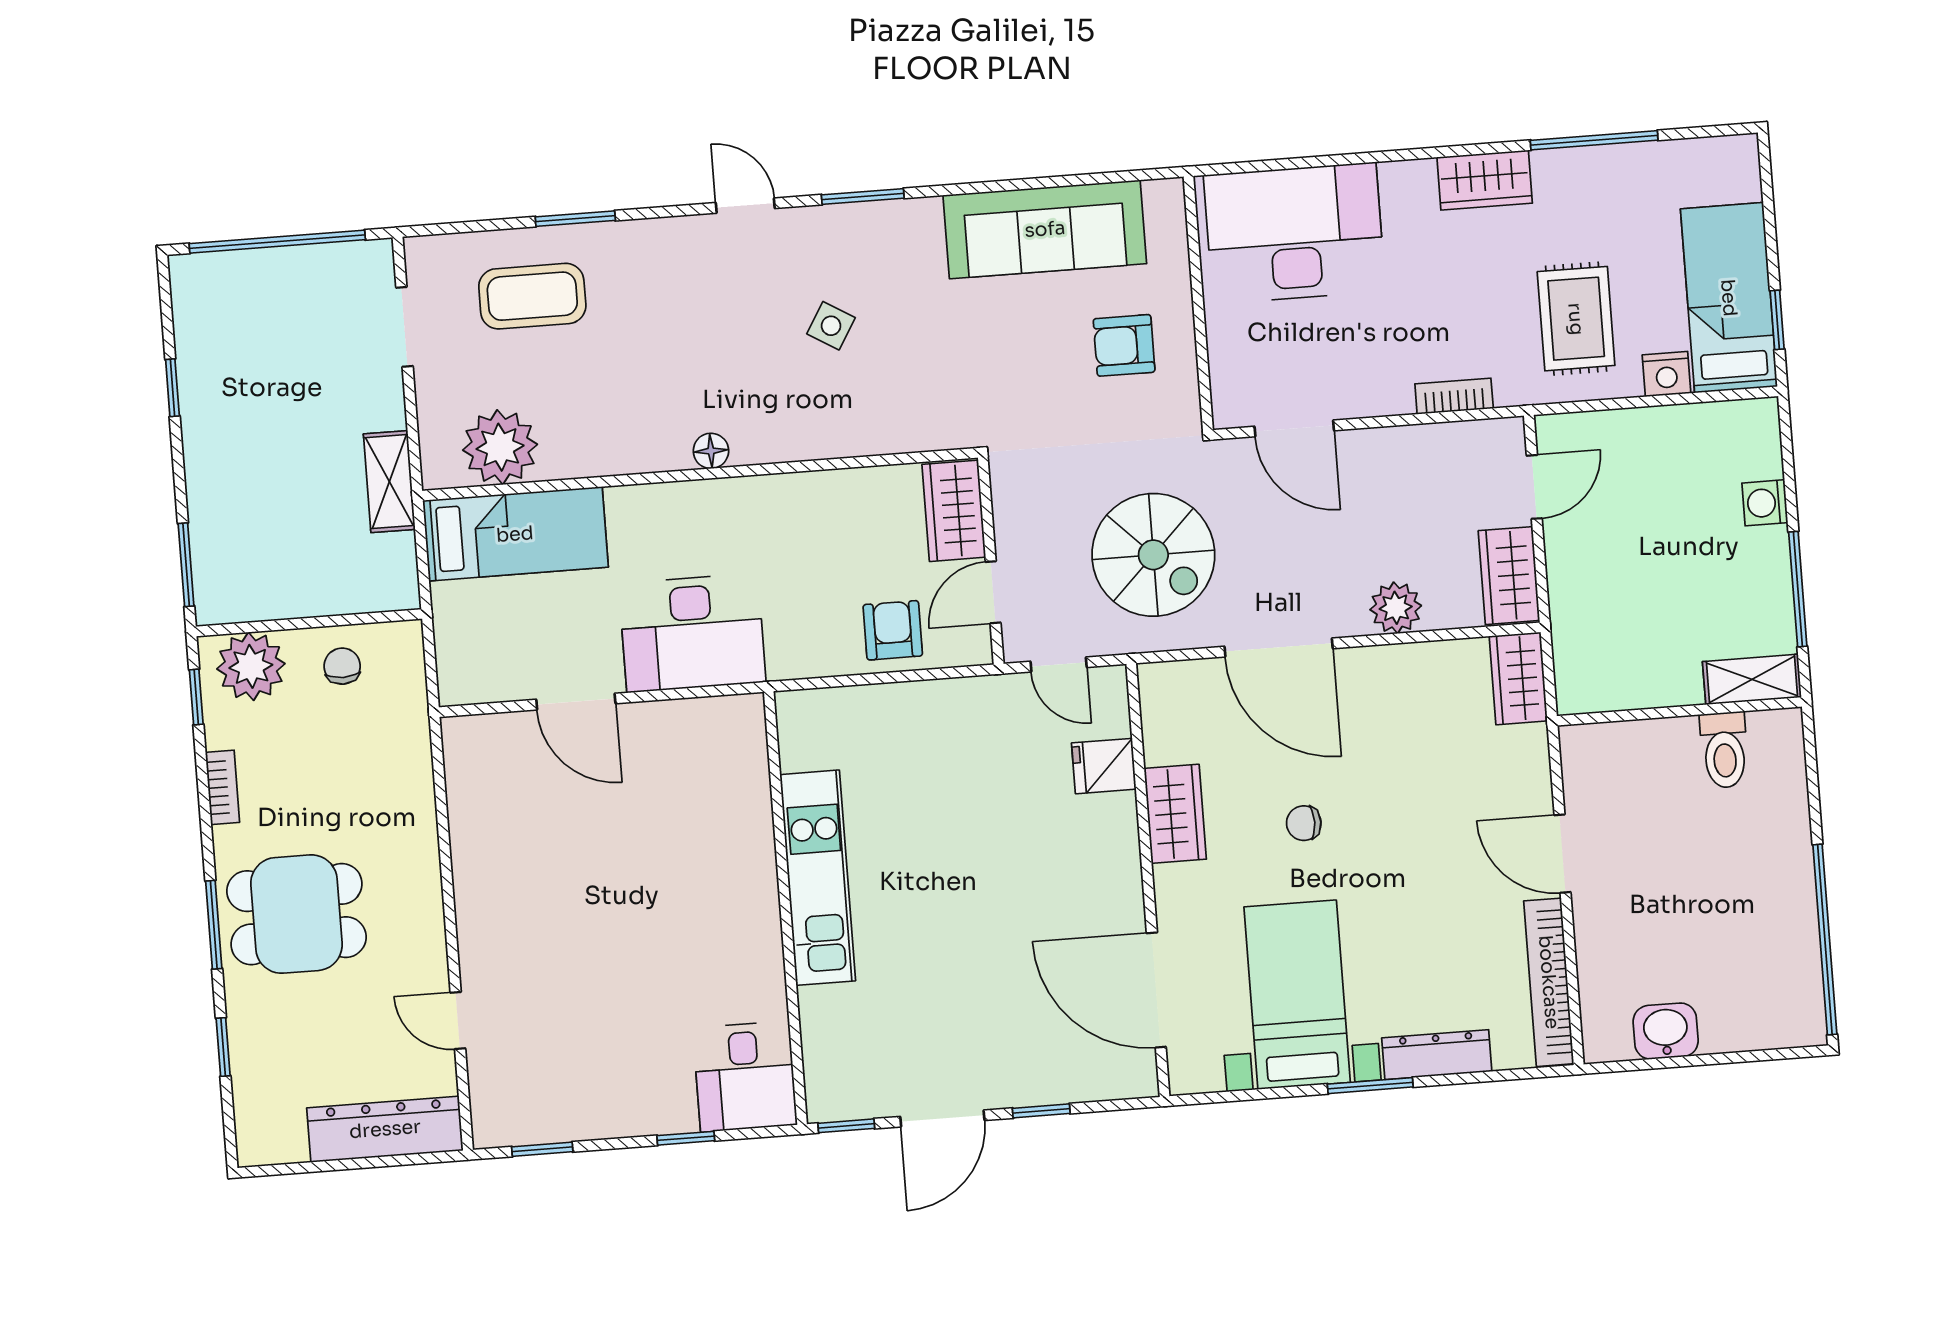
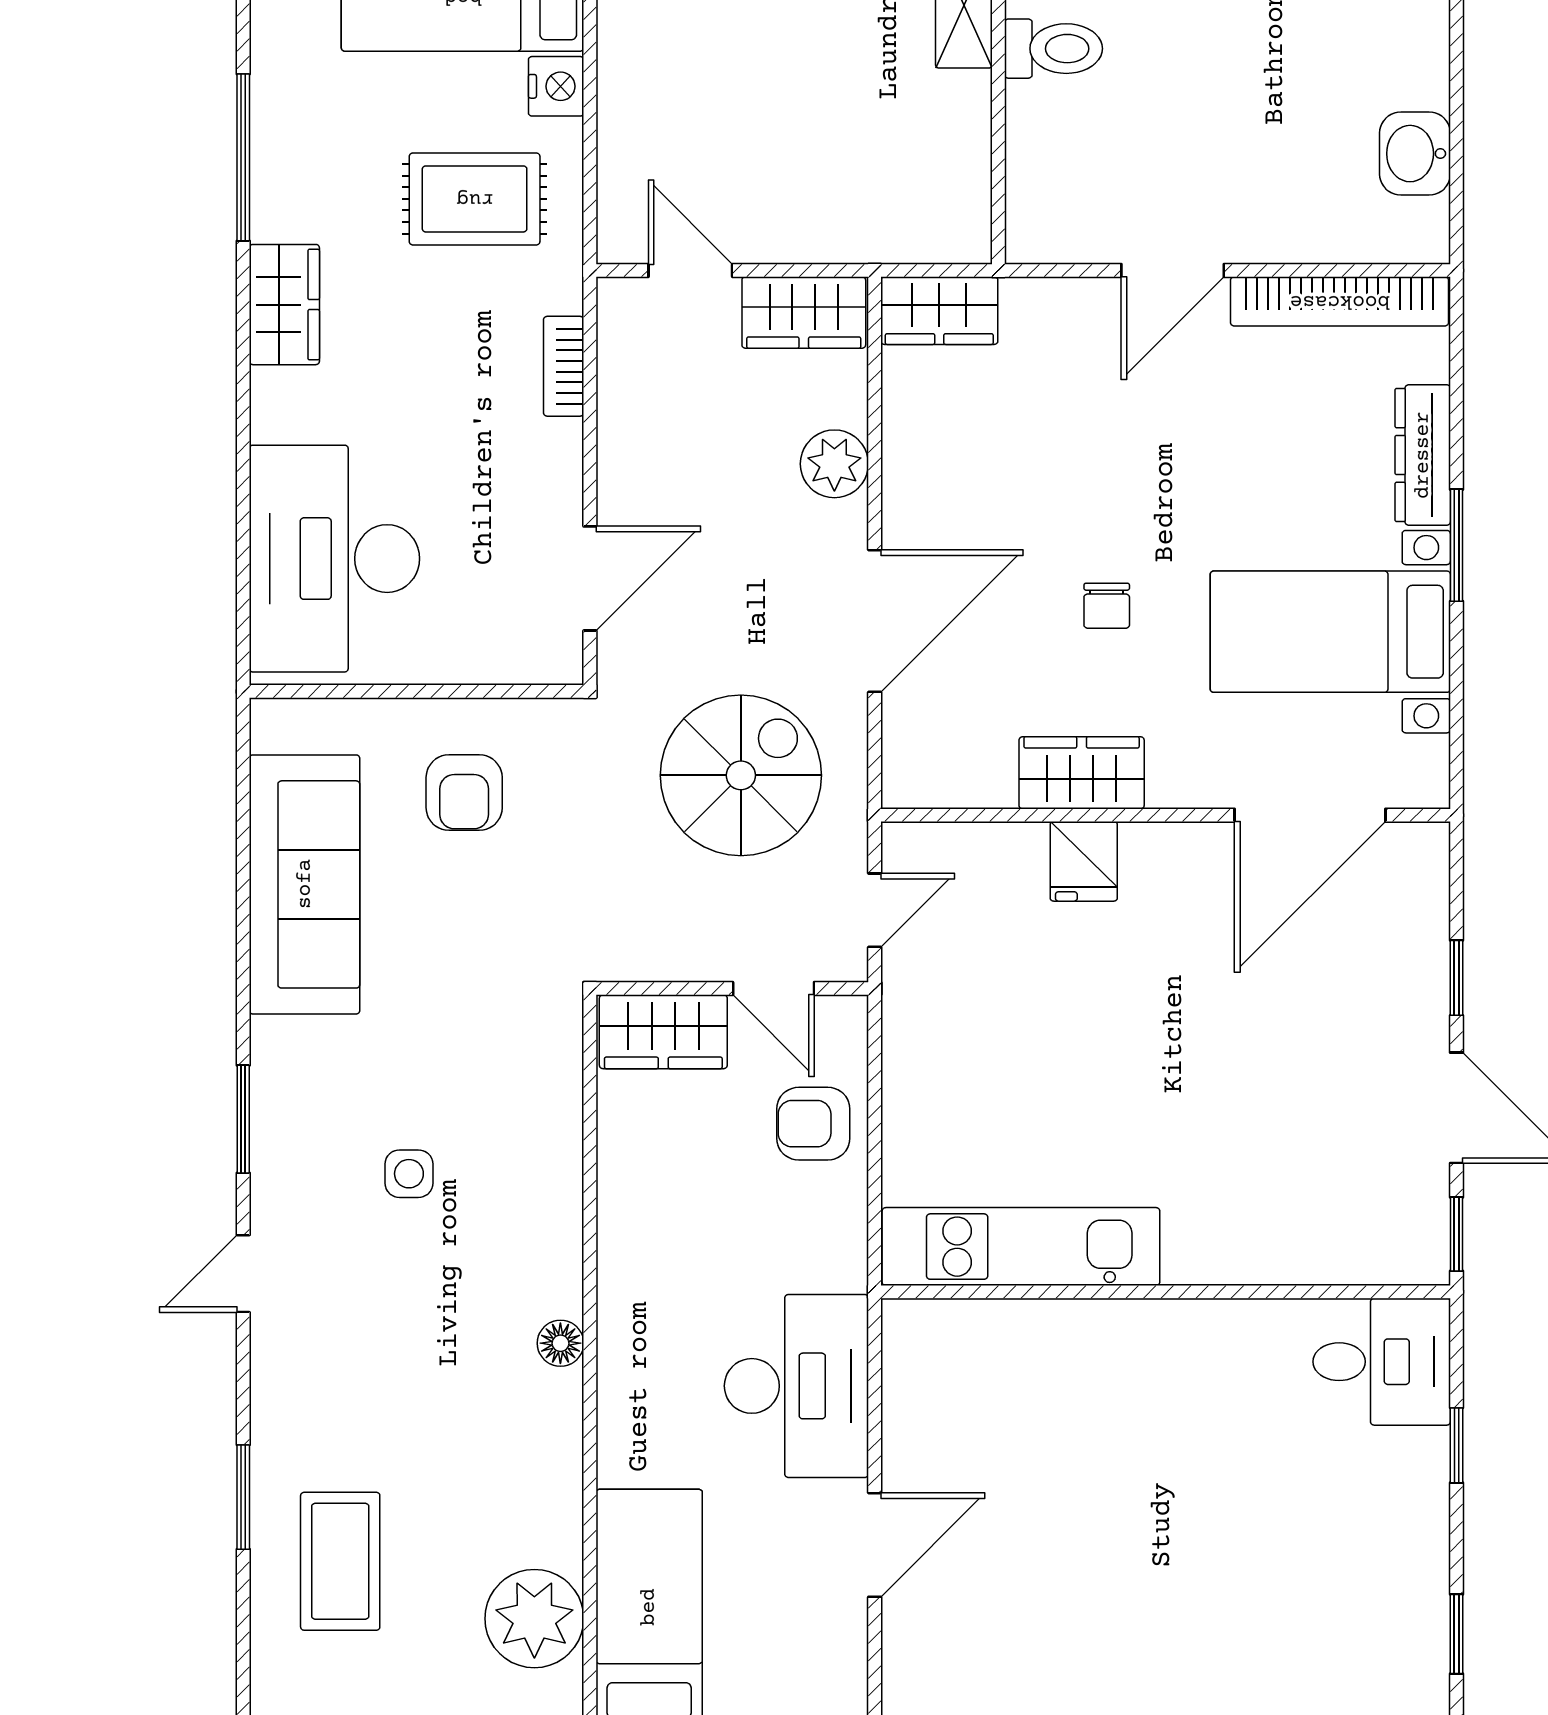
side table: (831, 326) -> (409, 1174), turned -31
fridge: (1104, 766) -> (1084, 861), moved
kitchen unit: (818, 878) -> (1021, 1247), moved

